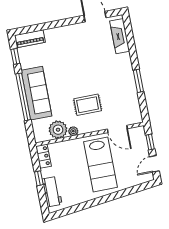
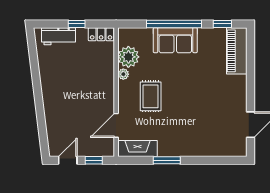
fireplace: (120, 36) -> (137, 149), moved
piano: (30, 39) -> (237, 51), width x1.37, depth x1.33
sofa: (36, 93) -> (175, 40), width x0.73
lab bench: (101, 164) -> (79, 98), removed
door: (154, 164) -> (68, 160), hinge flipped

